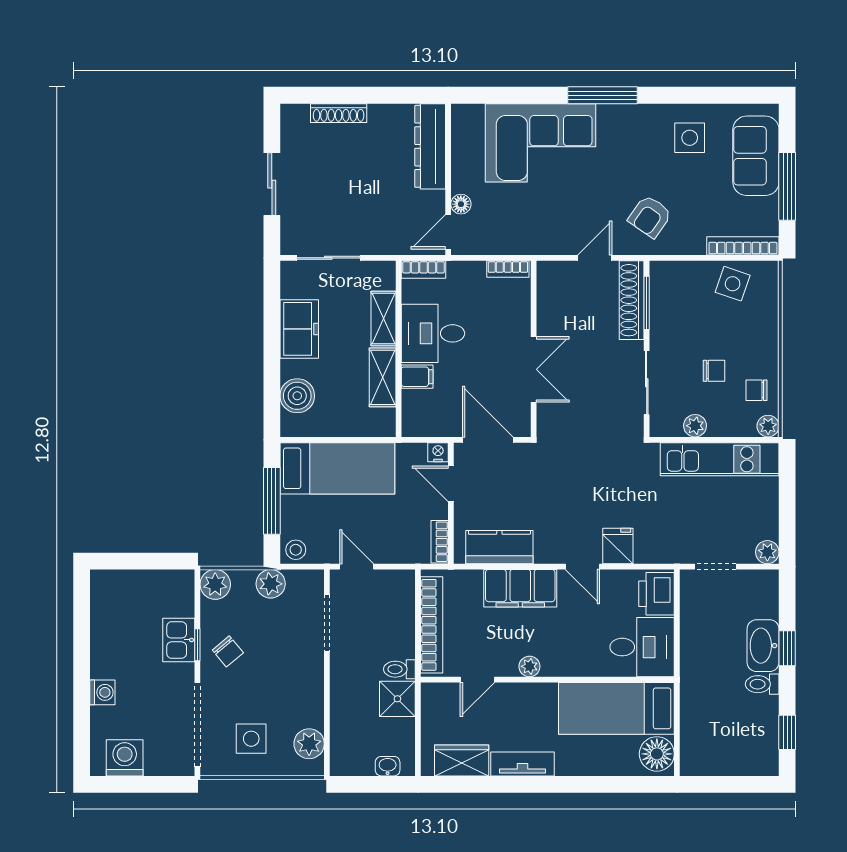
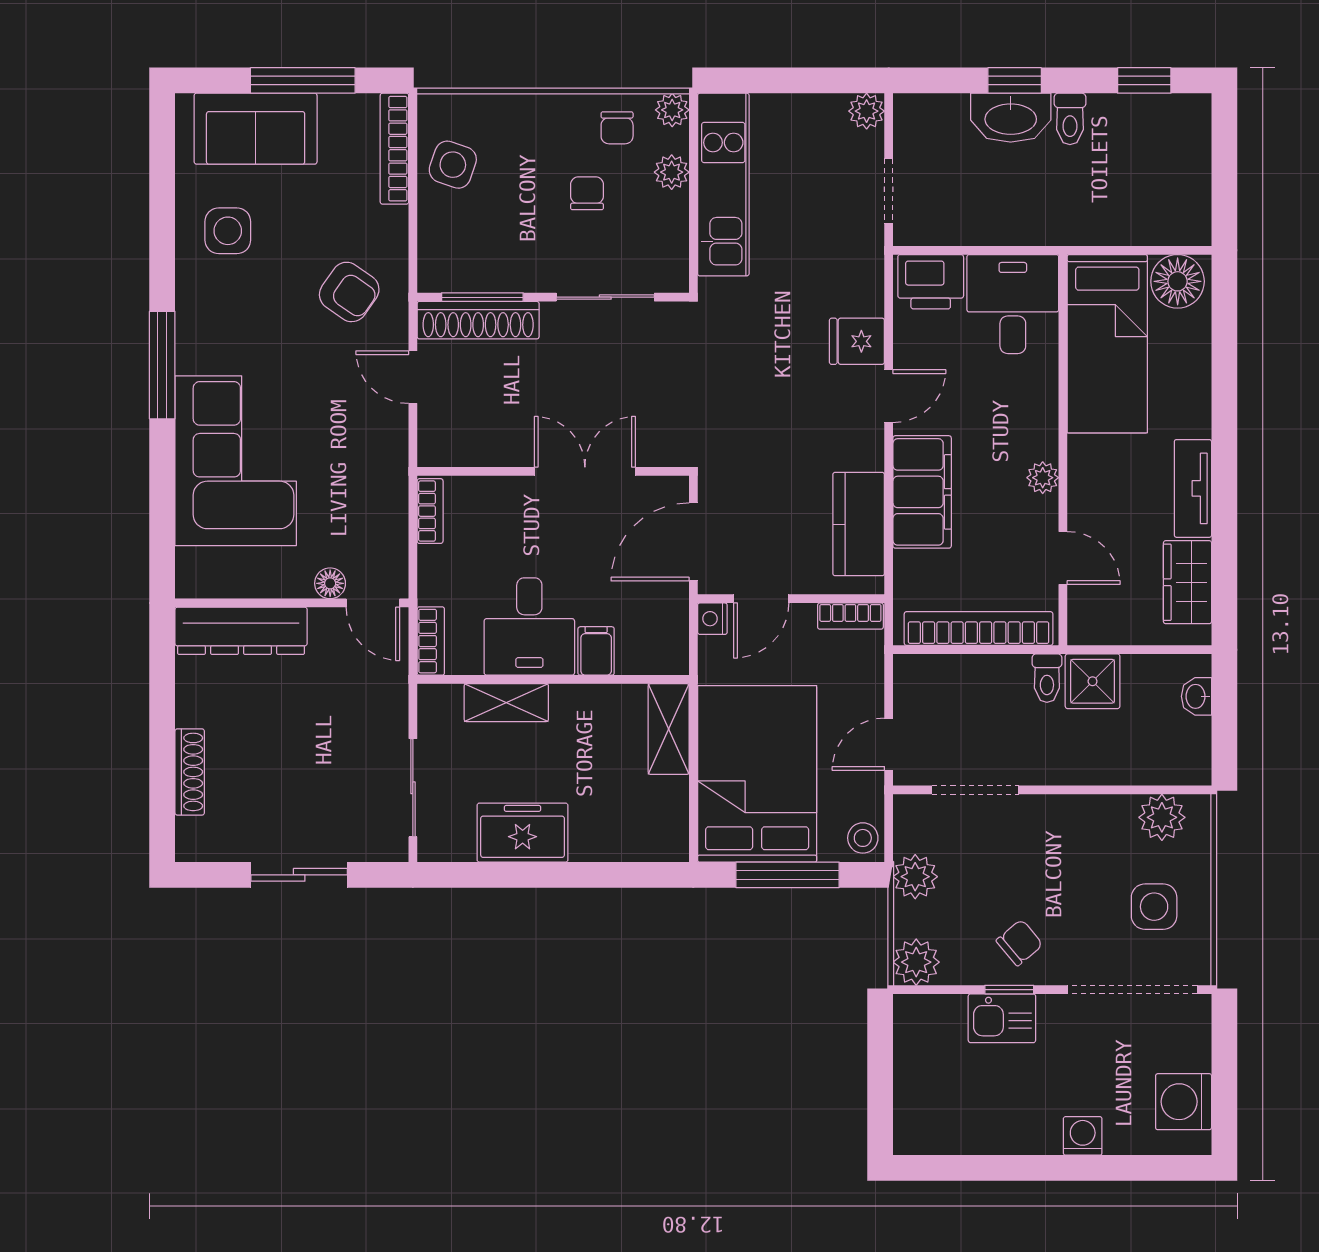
shelving: (383, 377) -> (669, 729), moved, turned 90
boiler: (297, 396) -> (625, 836), removed
plant: (695, 426) -> (672, 172), moved
bed: (337, 468) -> (757, 774), width x1.50

